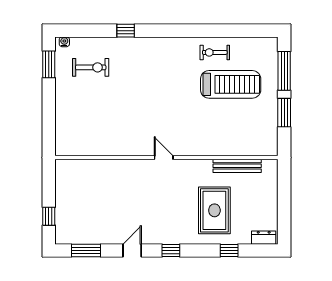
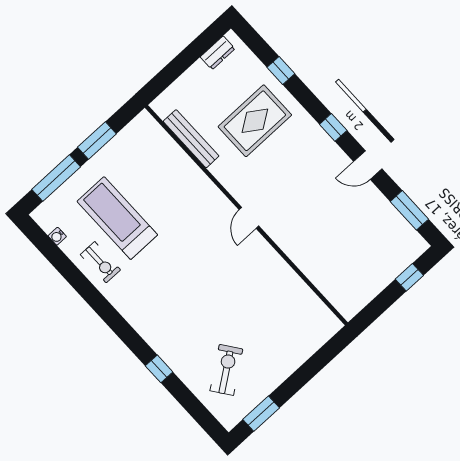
water cooler: (64, 42) -> (57, 236), moved
exercise bike: (91, 67) -> (226, 370), turned 54
dresser: (264, 238) -> (218, 53), moved, turned -90

